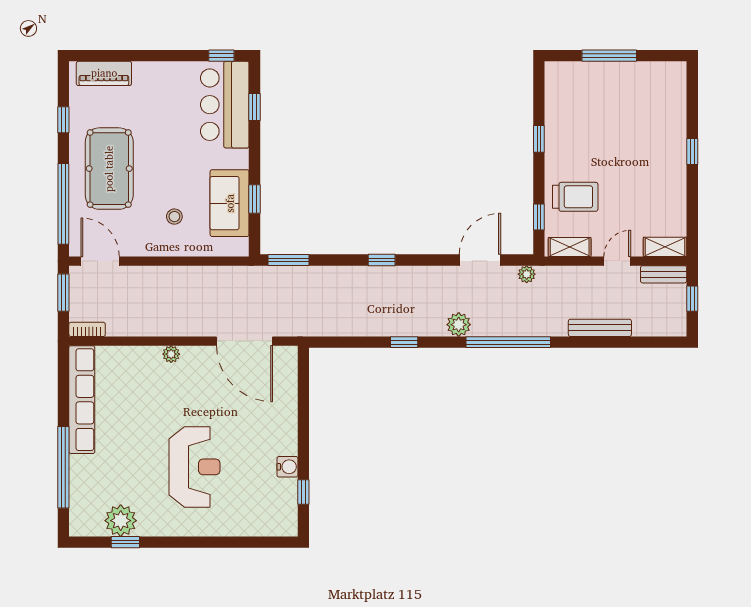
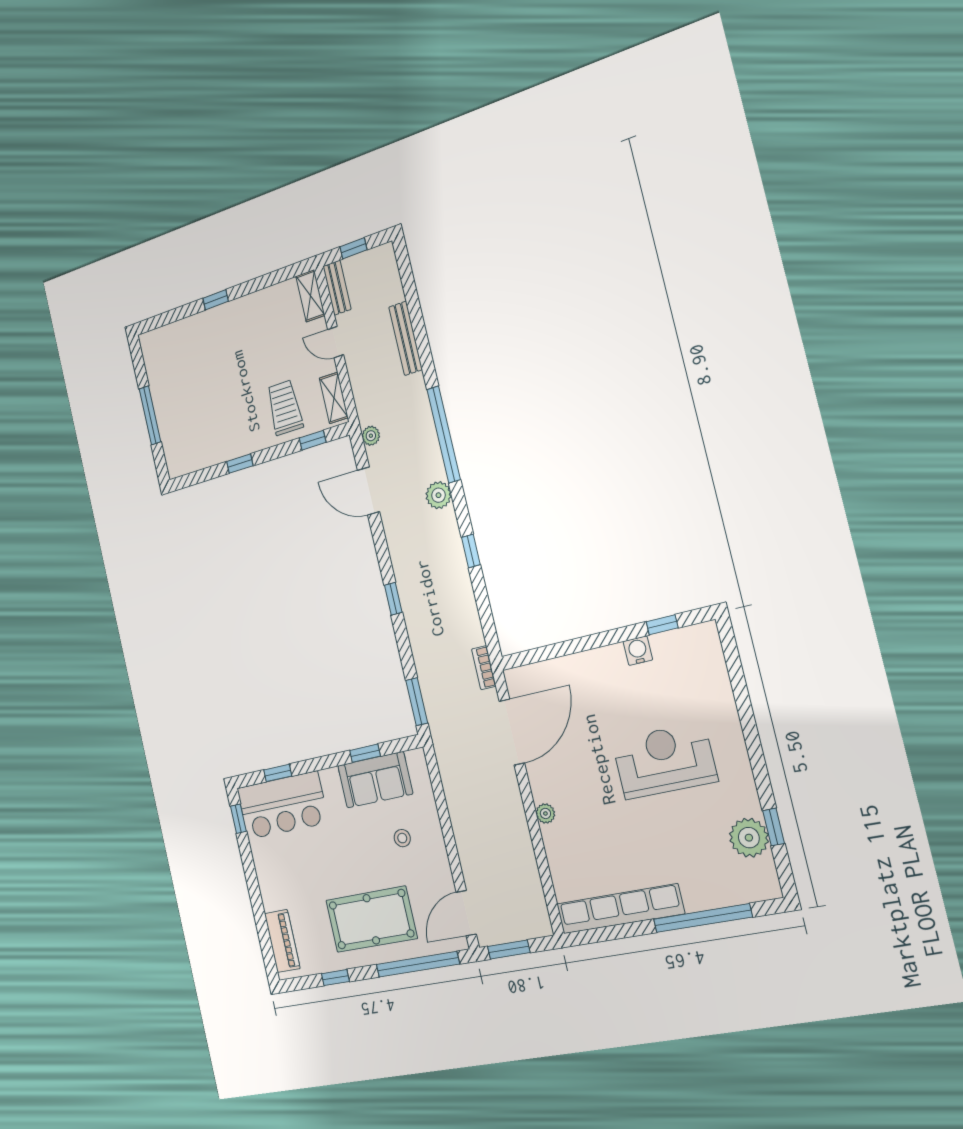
bookcase: (87, 329) -> (484, 668), moved

